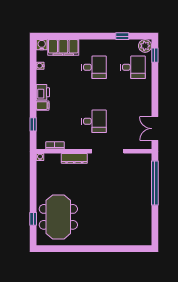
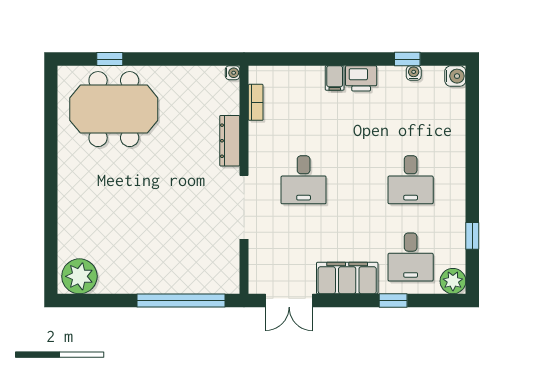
filing cabinet: (63, 47) -> (347, 278), moved, turned 90
window: (155, 55) -> (393, 300), moved
window: (33, 124) -> (407, 59), moved
double door: (155, 129) -> (289, 300), swing flipped
plant: (143, 234) -> (79, 276), added

